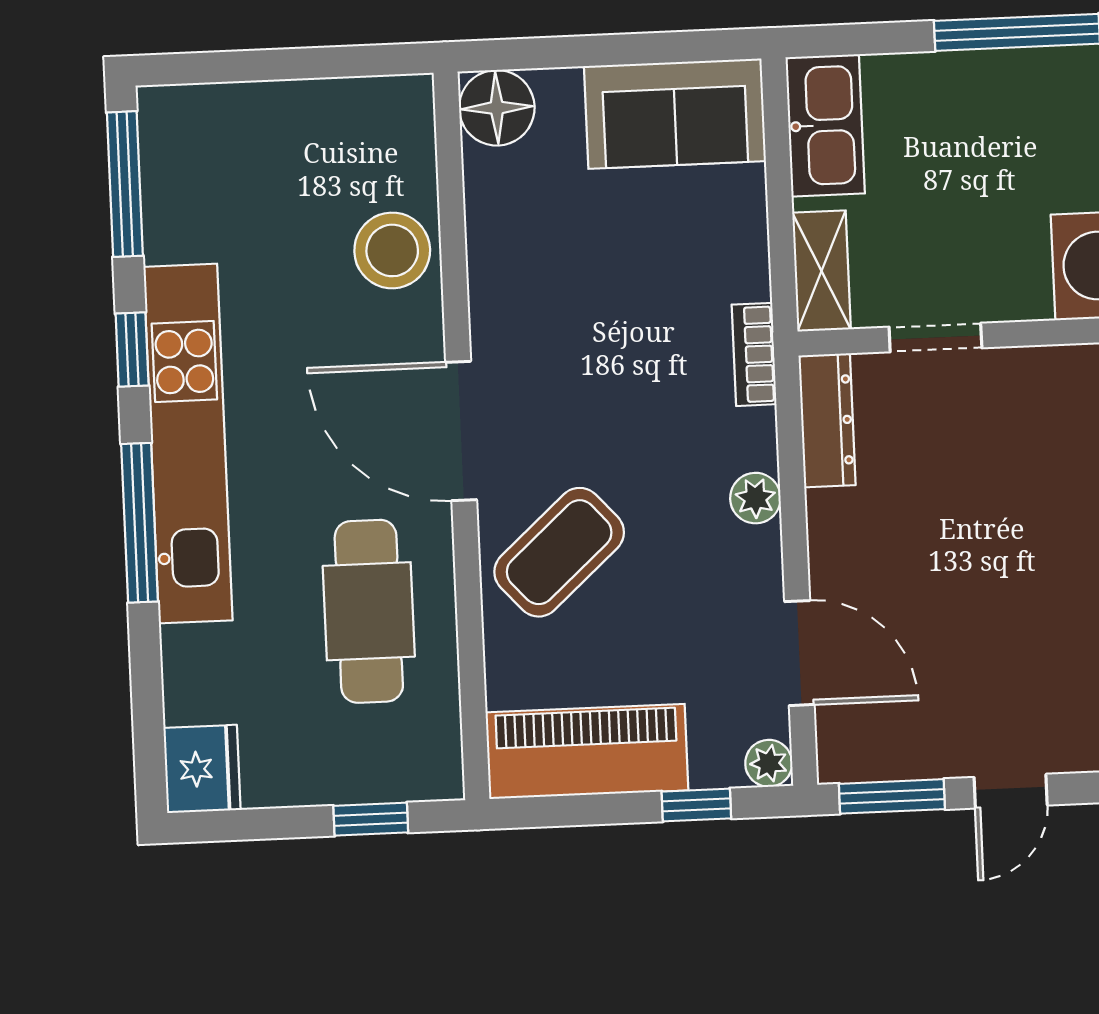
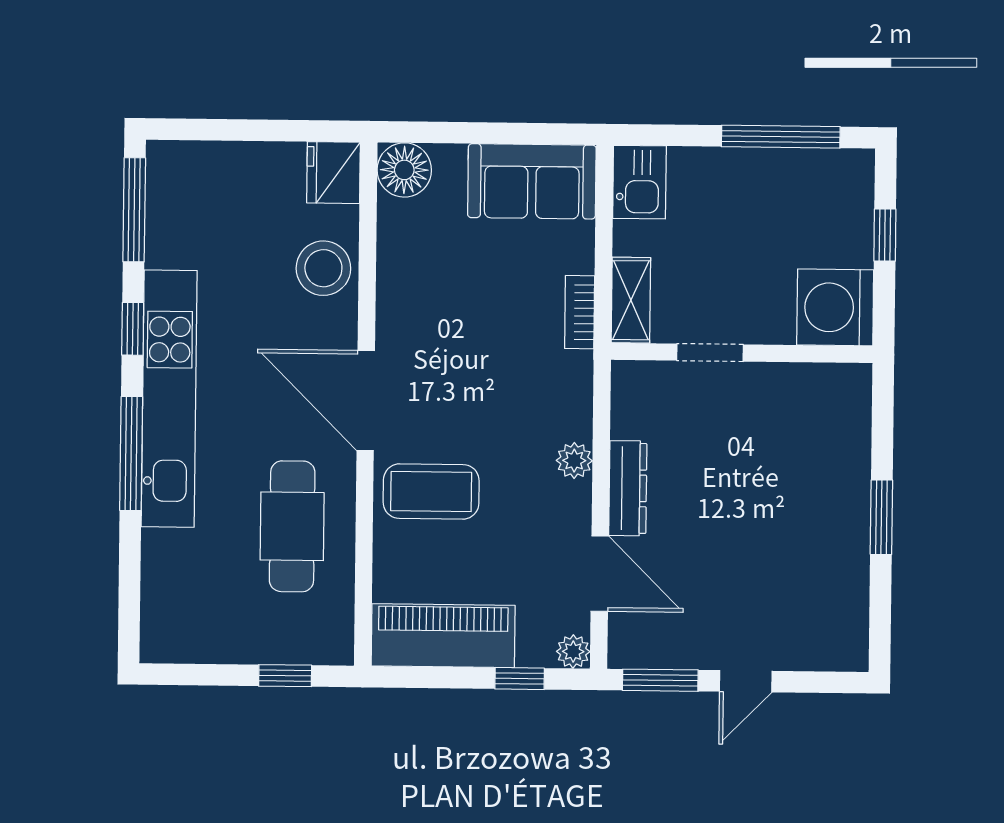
kitchen sink: (825, 125) -> (639, 182), width x0.73
bookcase: (754, 354) -> (580, 312), moved
dresser: (827, 420) -> (628, 488), moved
coffee table: (559, 552) -> (431, 492), turned 42
fridge: (202, 769) -> (334, 173), moved, turned 180

